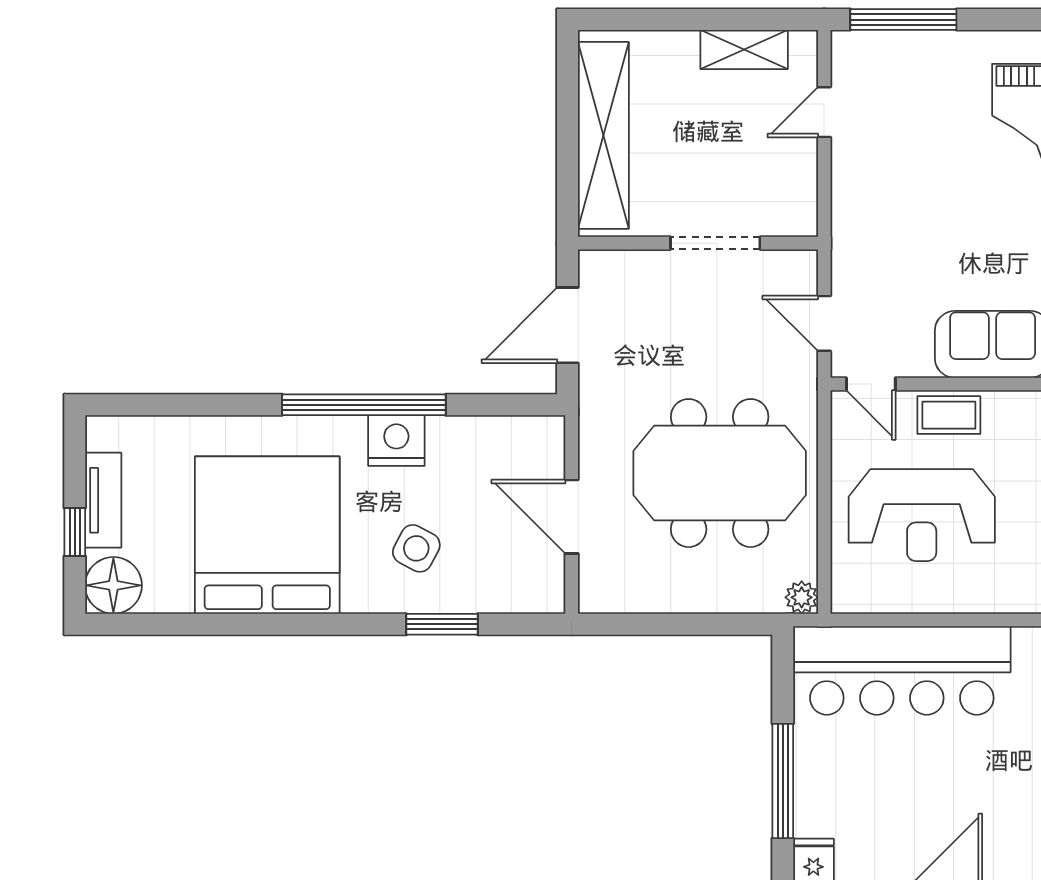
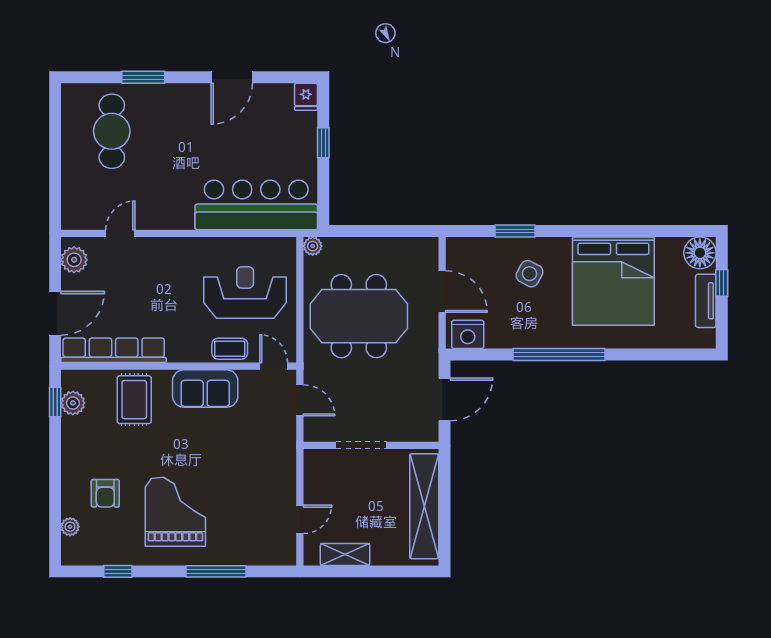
window: (903, 20) -> (216, 571), moved
nightstand: (396, 440) -> (468, 334), moved
window: (783, 781) -> (323, 143), width x0.46

